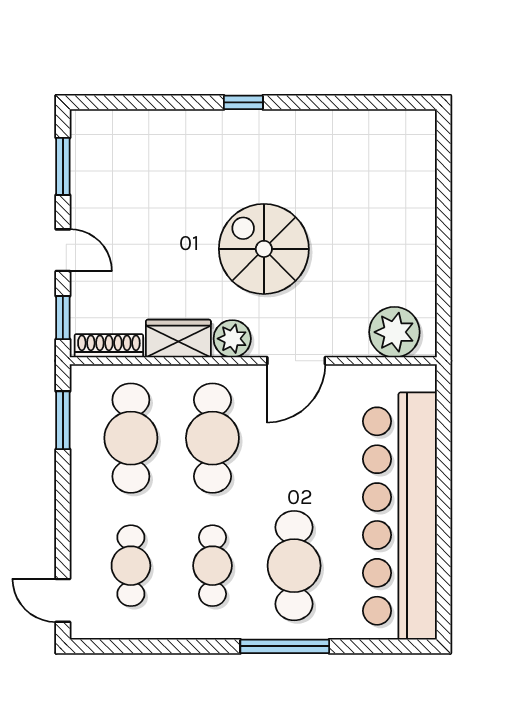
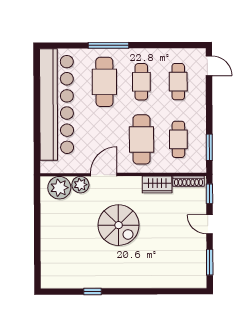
window: (243, 102) -> (92, 292), moved
plant: (232, 339) -> (80, 185), moved
cafe table: (131, 438) -> (178, 139), width x0.73, depth x0.74

